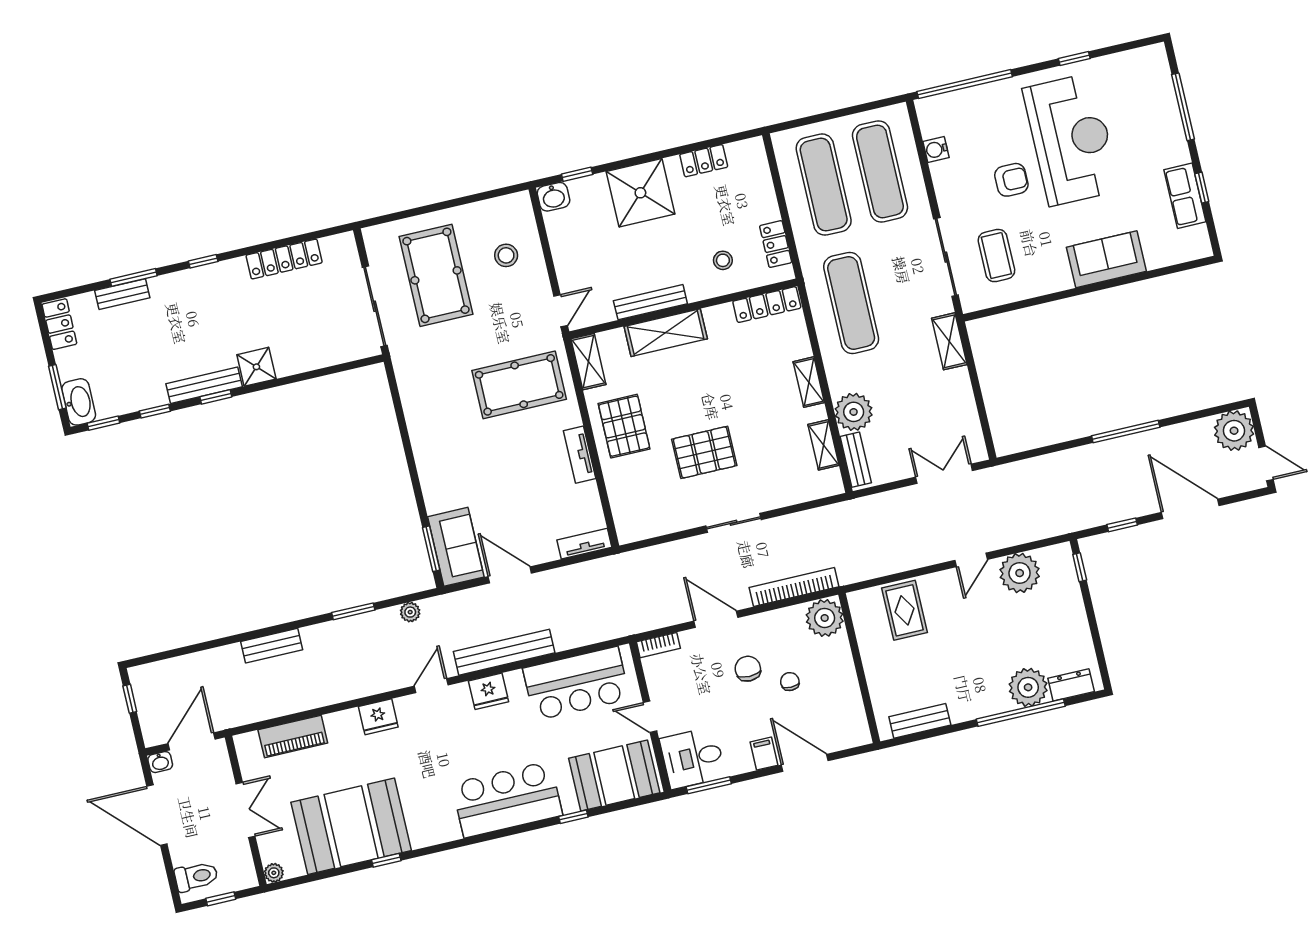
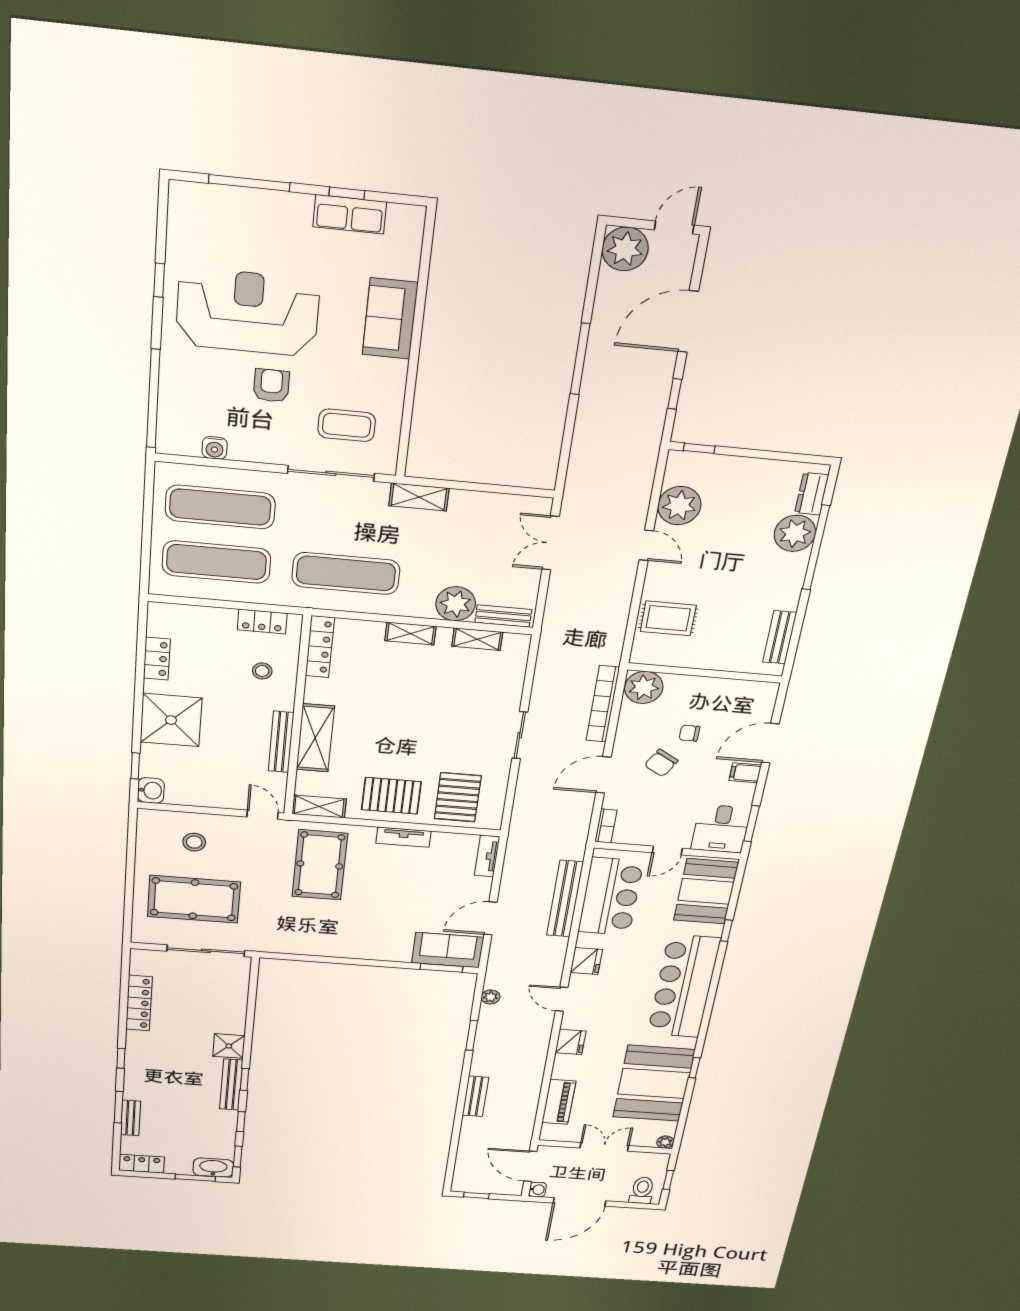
pallet: (704, 452) -> (458, 797), moved
bench: (504, 652) -> (565, 899), moved
chair: (748, 669) -> (661, 763), turned -60
bar counter: (507, 799) -> (684, 986), width x1.36

